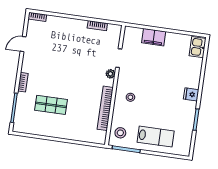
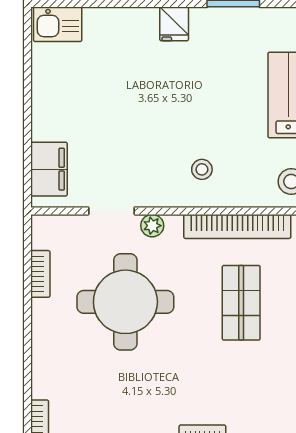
filing cabinet: (154, 37) -> (49, 169), moved
round table: (81, 59) -> (125, 302), added
shop shelf: (51, 105) -> (241, 303), moved

